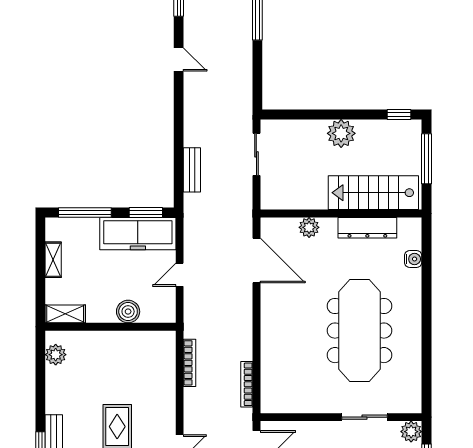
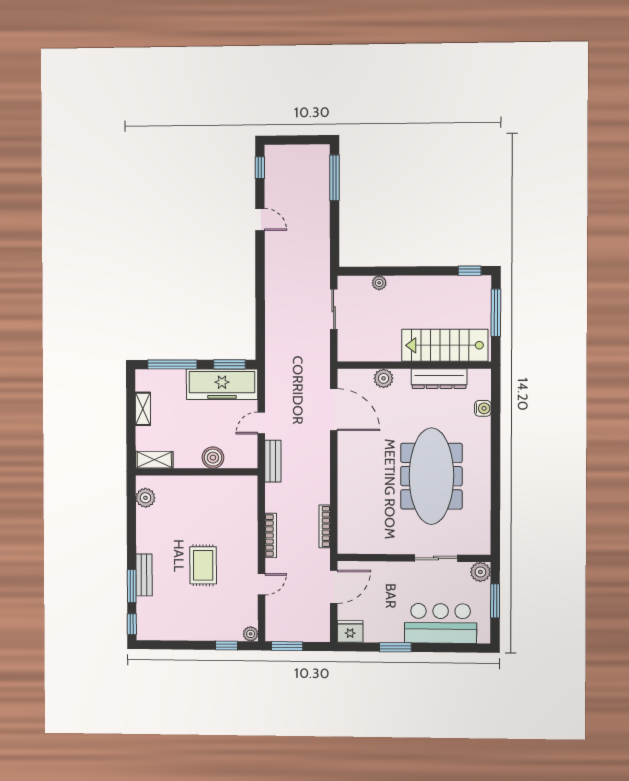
plant: (341, 133) -> (379, 283), moved, width x0.53, depth x0.53
bench: (192, 170) -> (273, 461), moved
bookcase: (190, 363) -> (271, 535), moved

